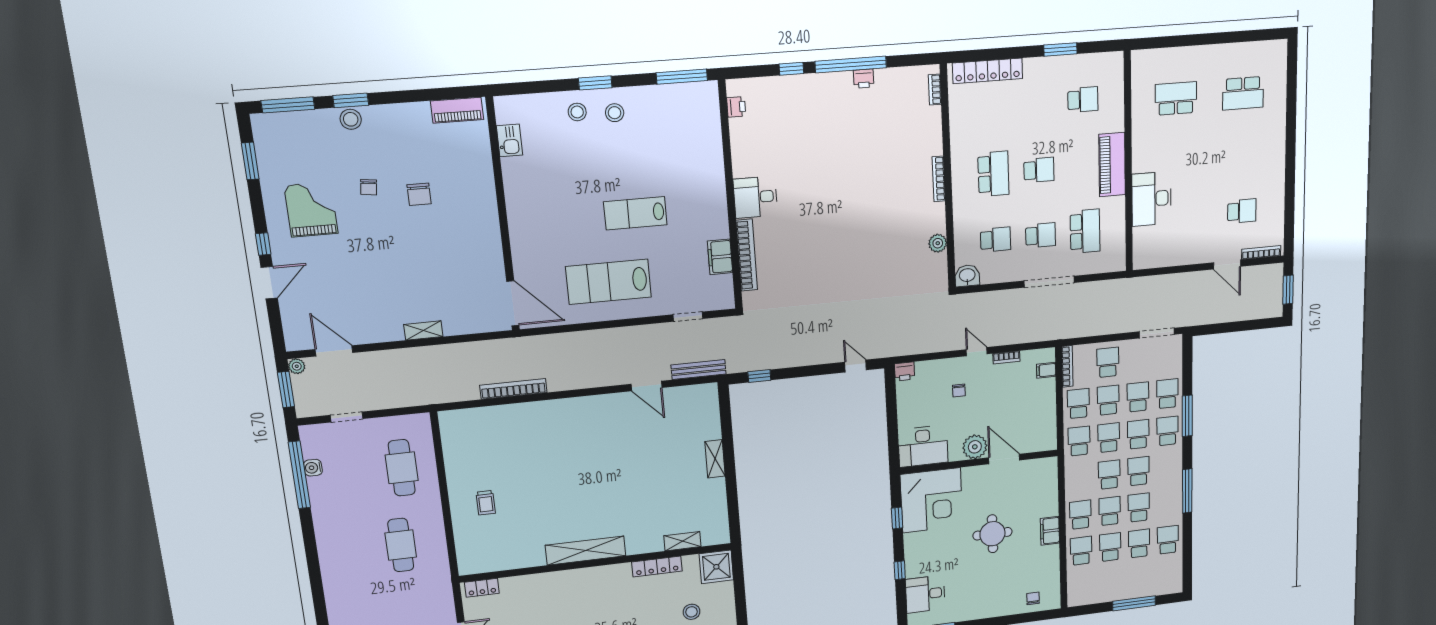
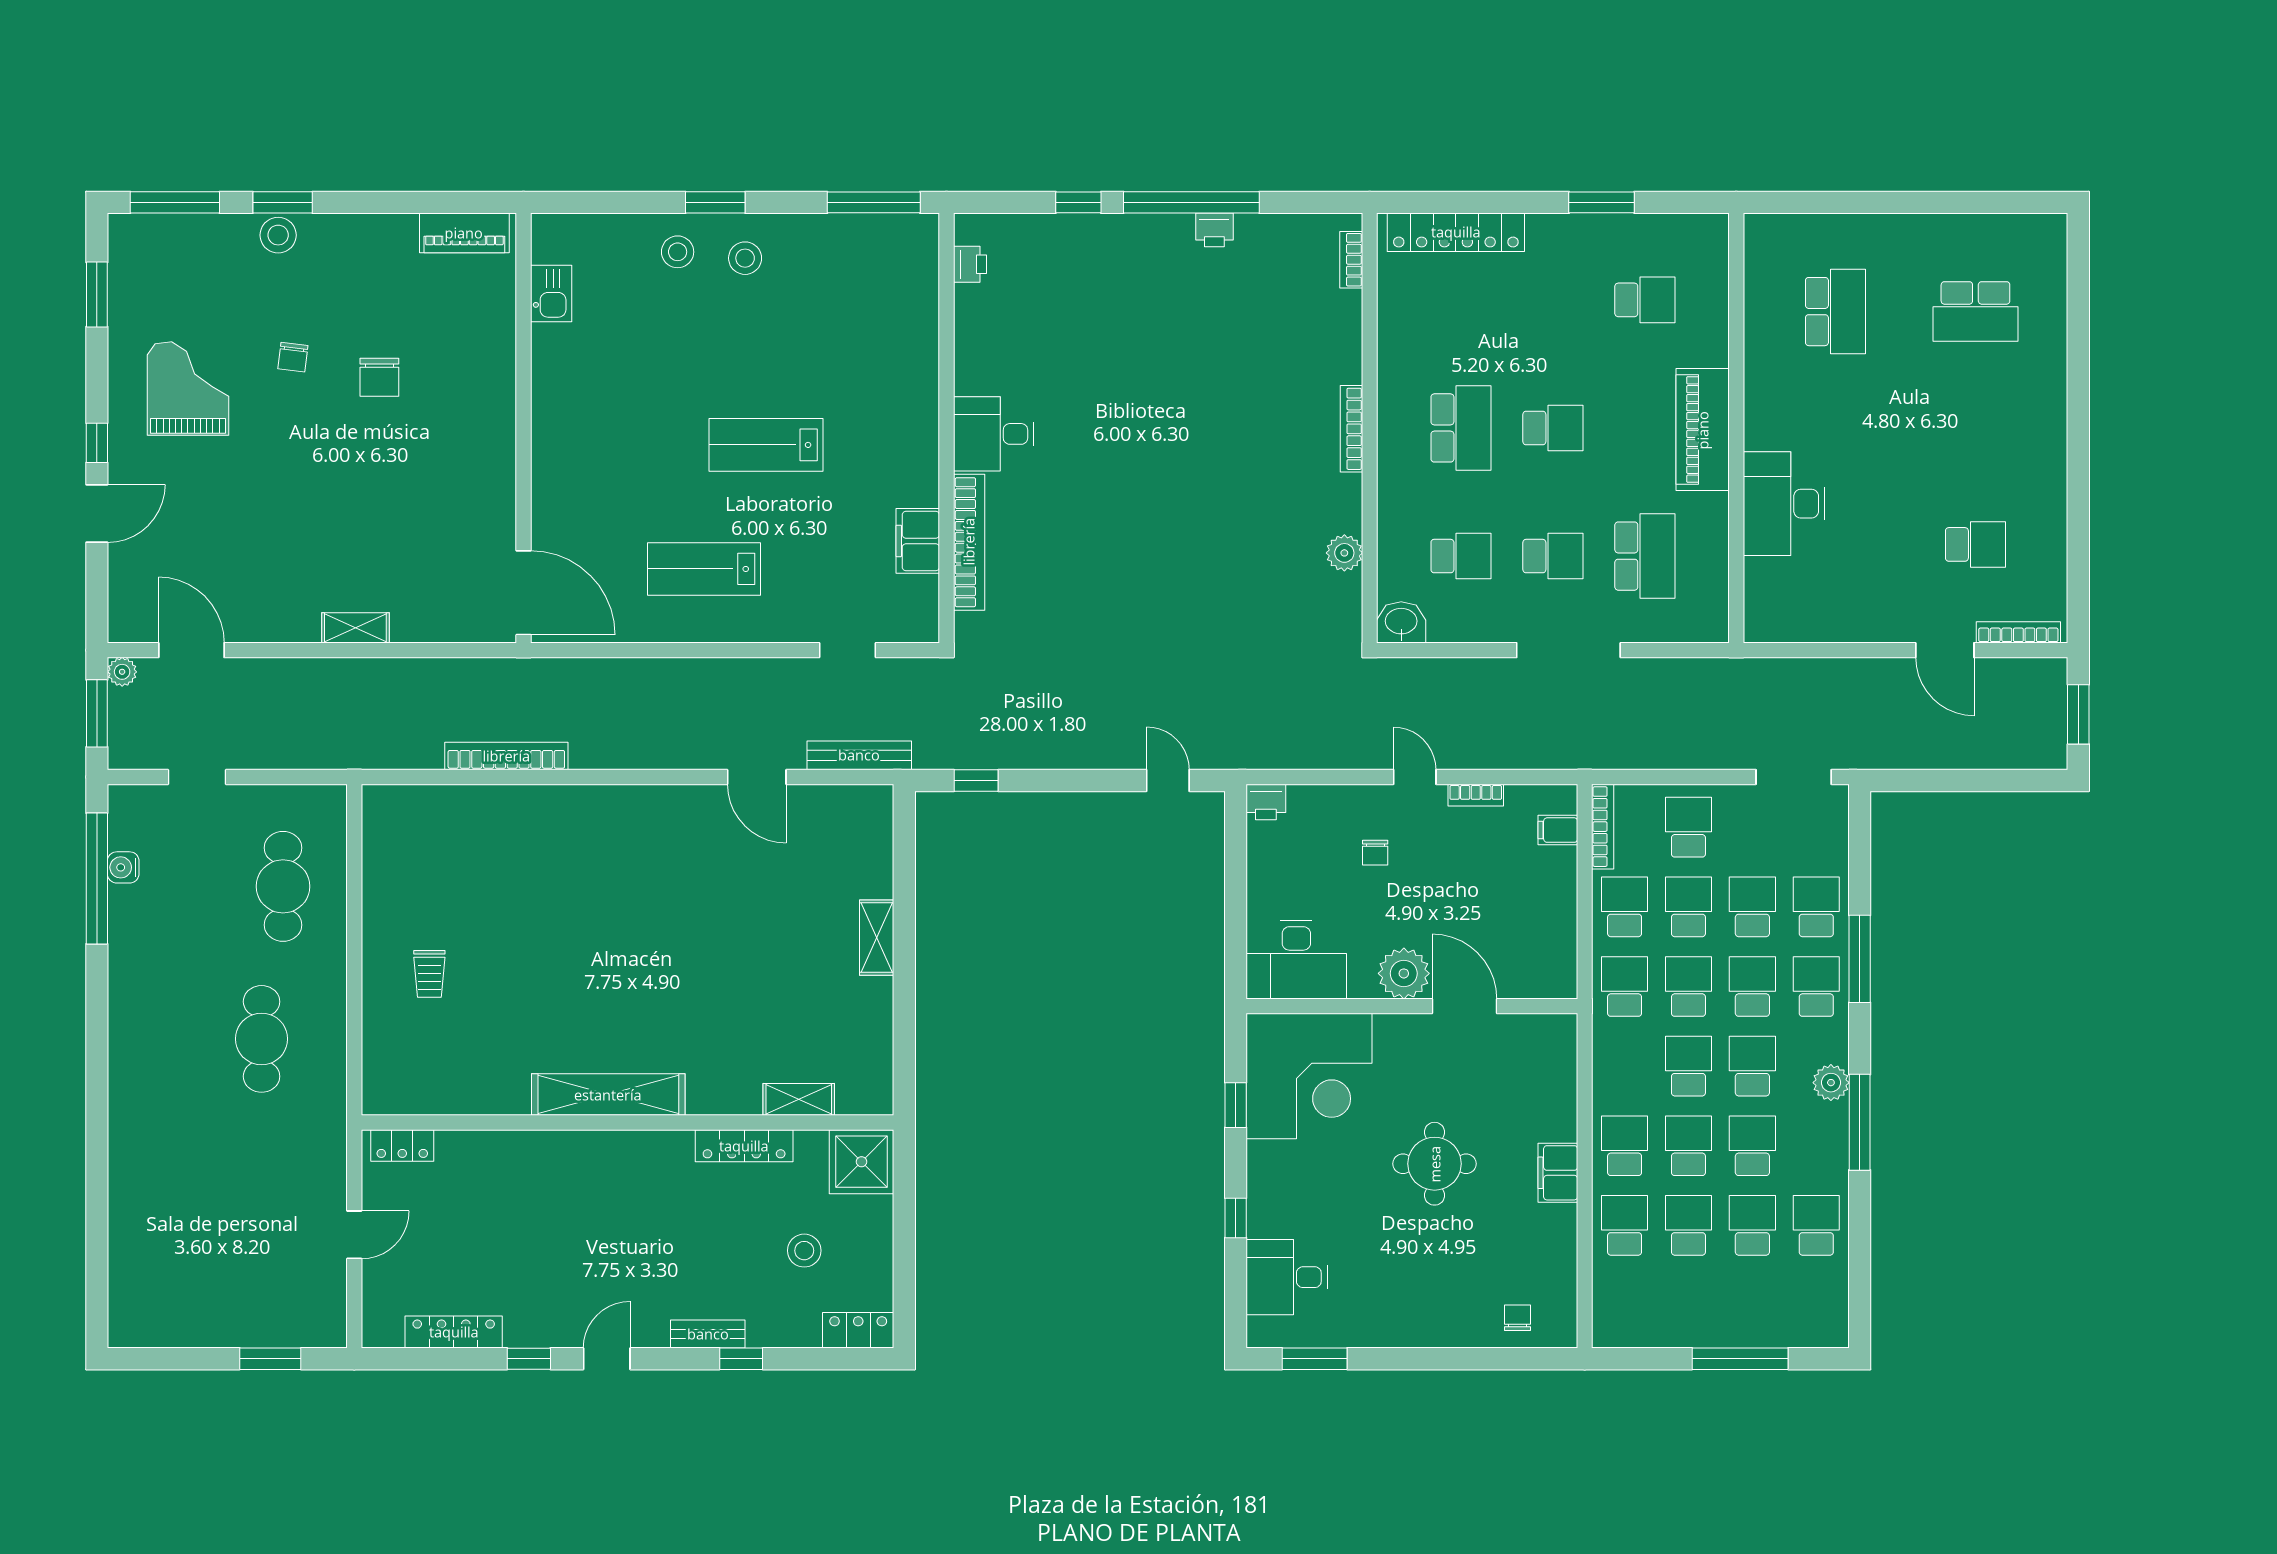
school desk: (1176, 98) -> (1836, 312), turned 90
lab bench: (609, 282) -> (704, 569), width x0.73, depth x0.72
plant: (1174, 474) -> (1831, 1083), added

